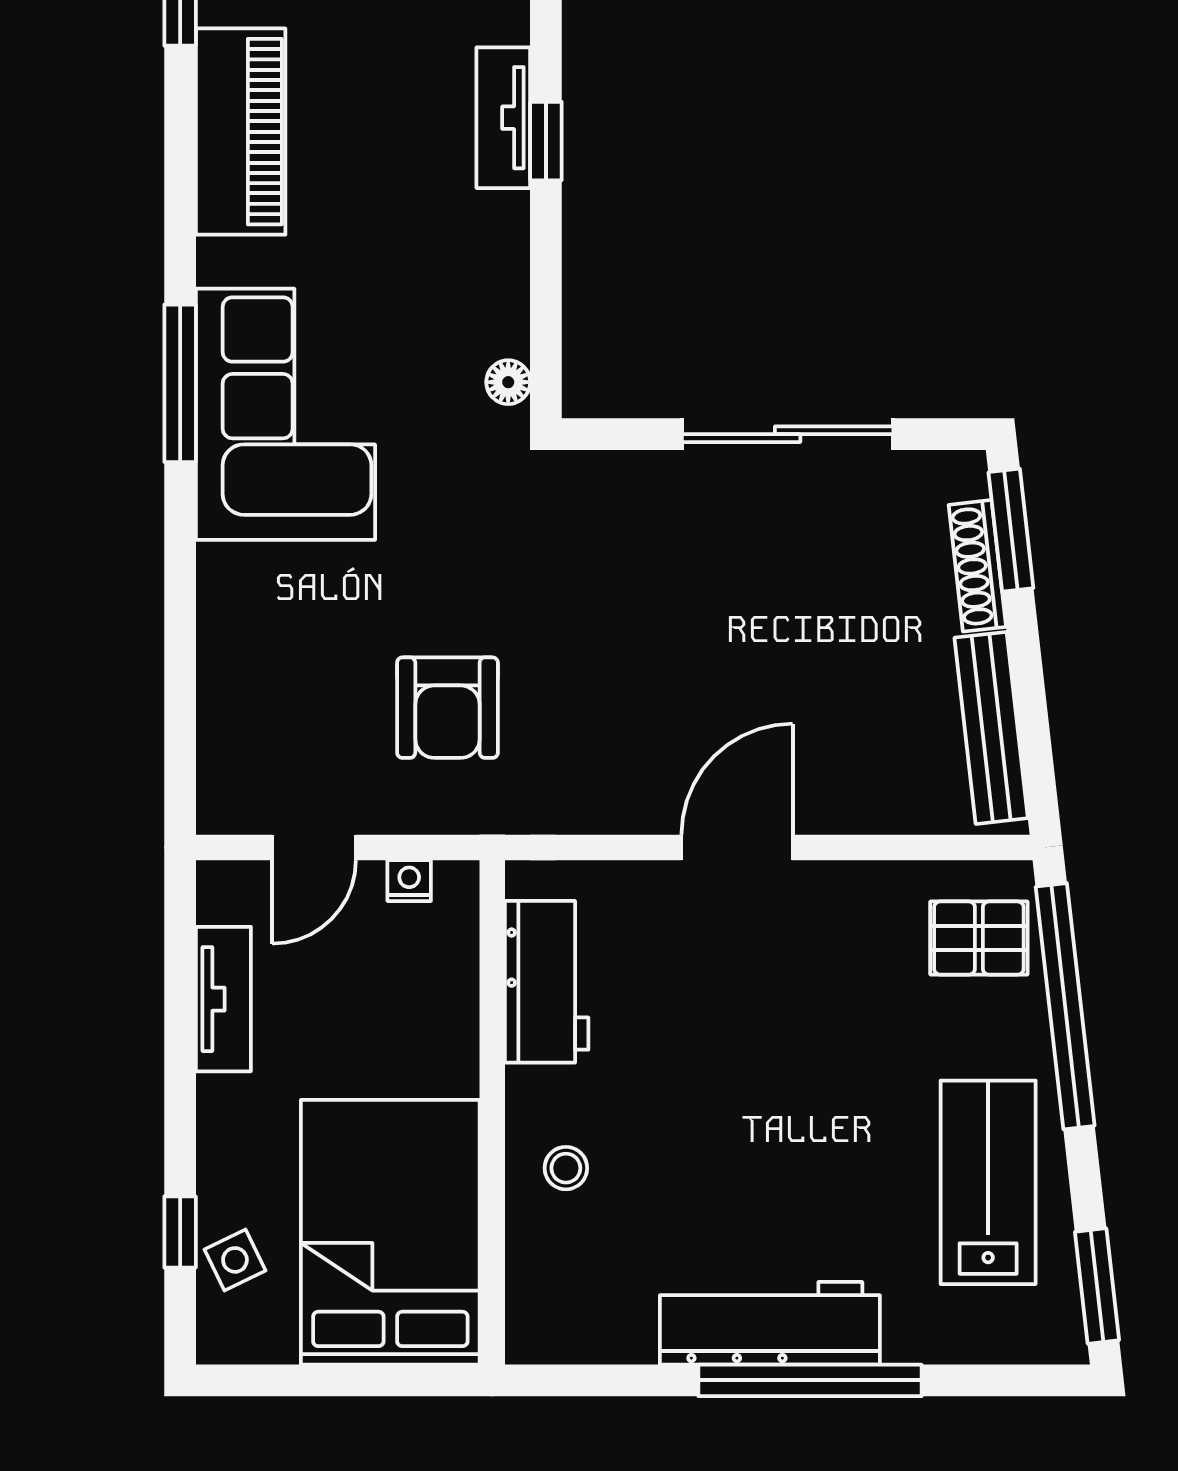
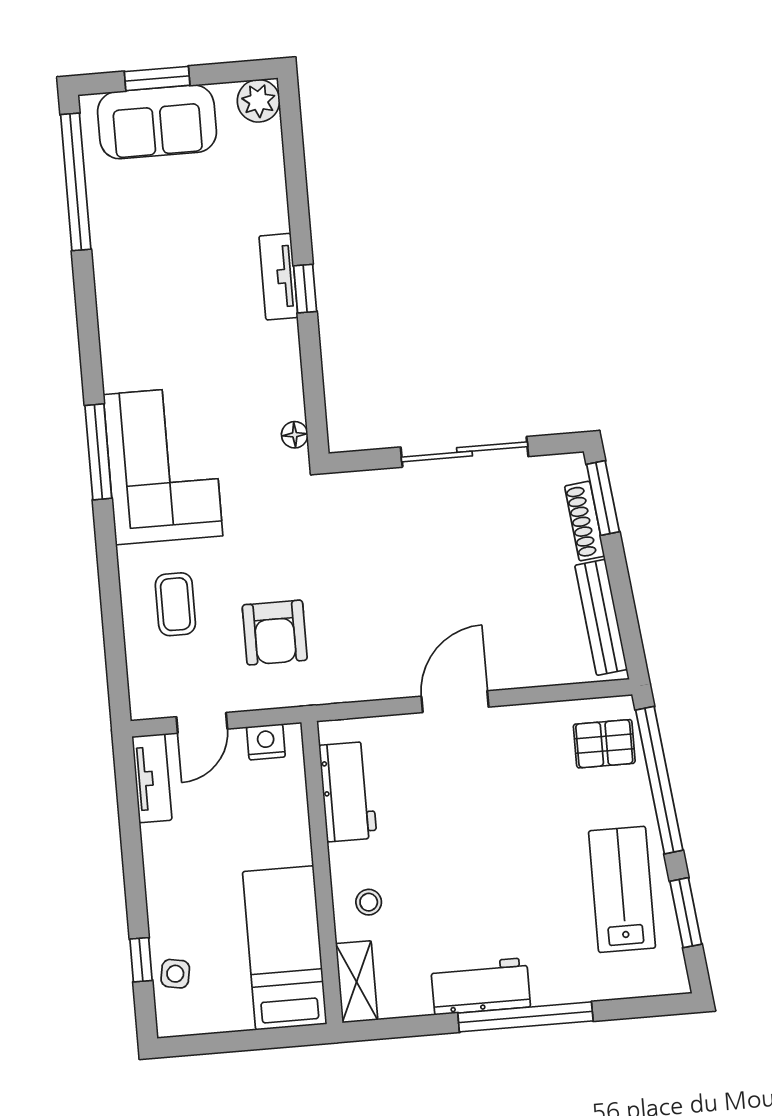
piano: (241, 132) -> (122, 298), removed
coffee table: (287, 647) -> (175, 604), added
nightstand: (409, 881) -> (266, 742), width x1.39, depth x1.35
tv unit: (223, 999) -> (152, 778), moved
bed: (390, 1232) -> (285, 948), width x0.67
side table: (235, 1260) -> (175, 974), turned 36
window: (1097, 1286) -> (686, 913), moved
shelving: (535, 1298) -> (357, 982), added
workbench: (770, 1323) -> (481, 986), width x0.73

